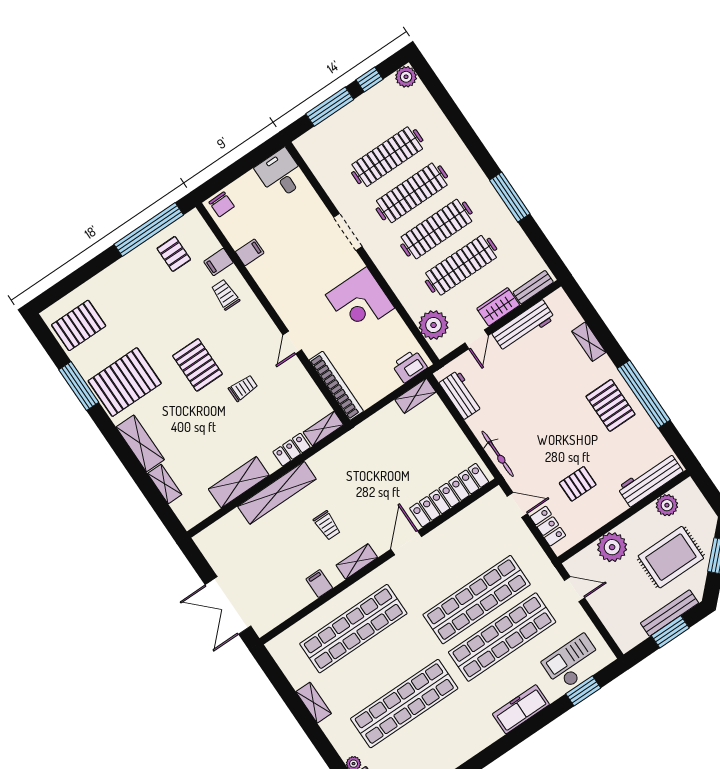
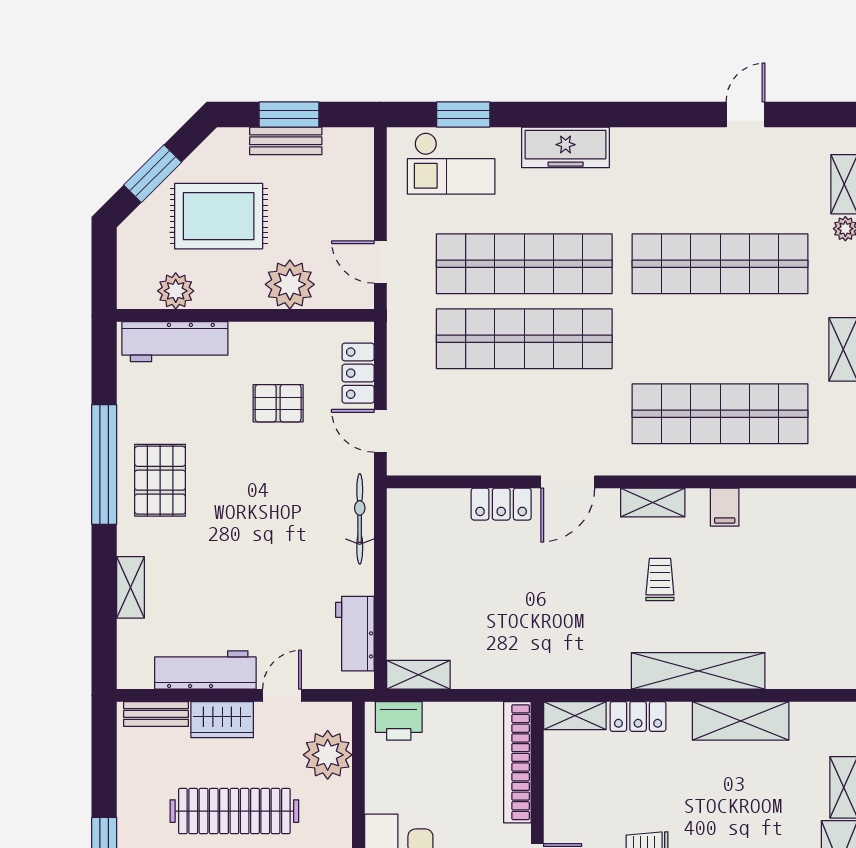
locker: (449, 495) -> (501, 504), width x0.46, depth x0.83
bench: (669, 613) -> (286, 141), width x0.73

